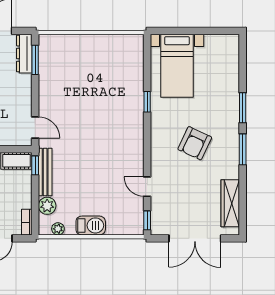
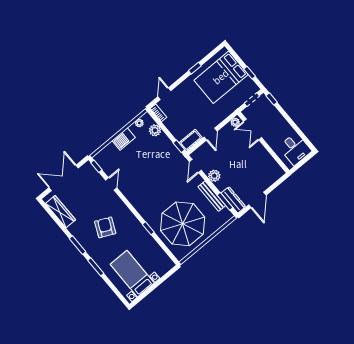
bed with nightstands: (177, 66) -> (132, 274), moved
parasol: (104, 74) -> (183, 224), added
plant: (23, 99) -> (214, 176), added
door: (35, 127) -> (195, 166), hinge flipped
bench: (45, 172) -> (212, 196), moved
door: (147, 187) -> (111, 184), hinge flipped

